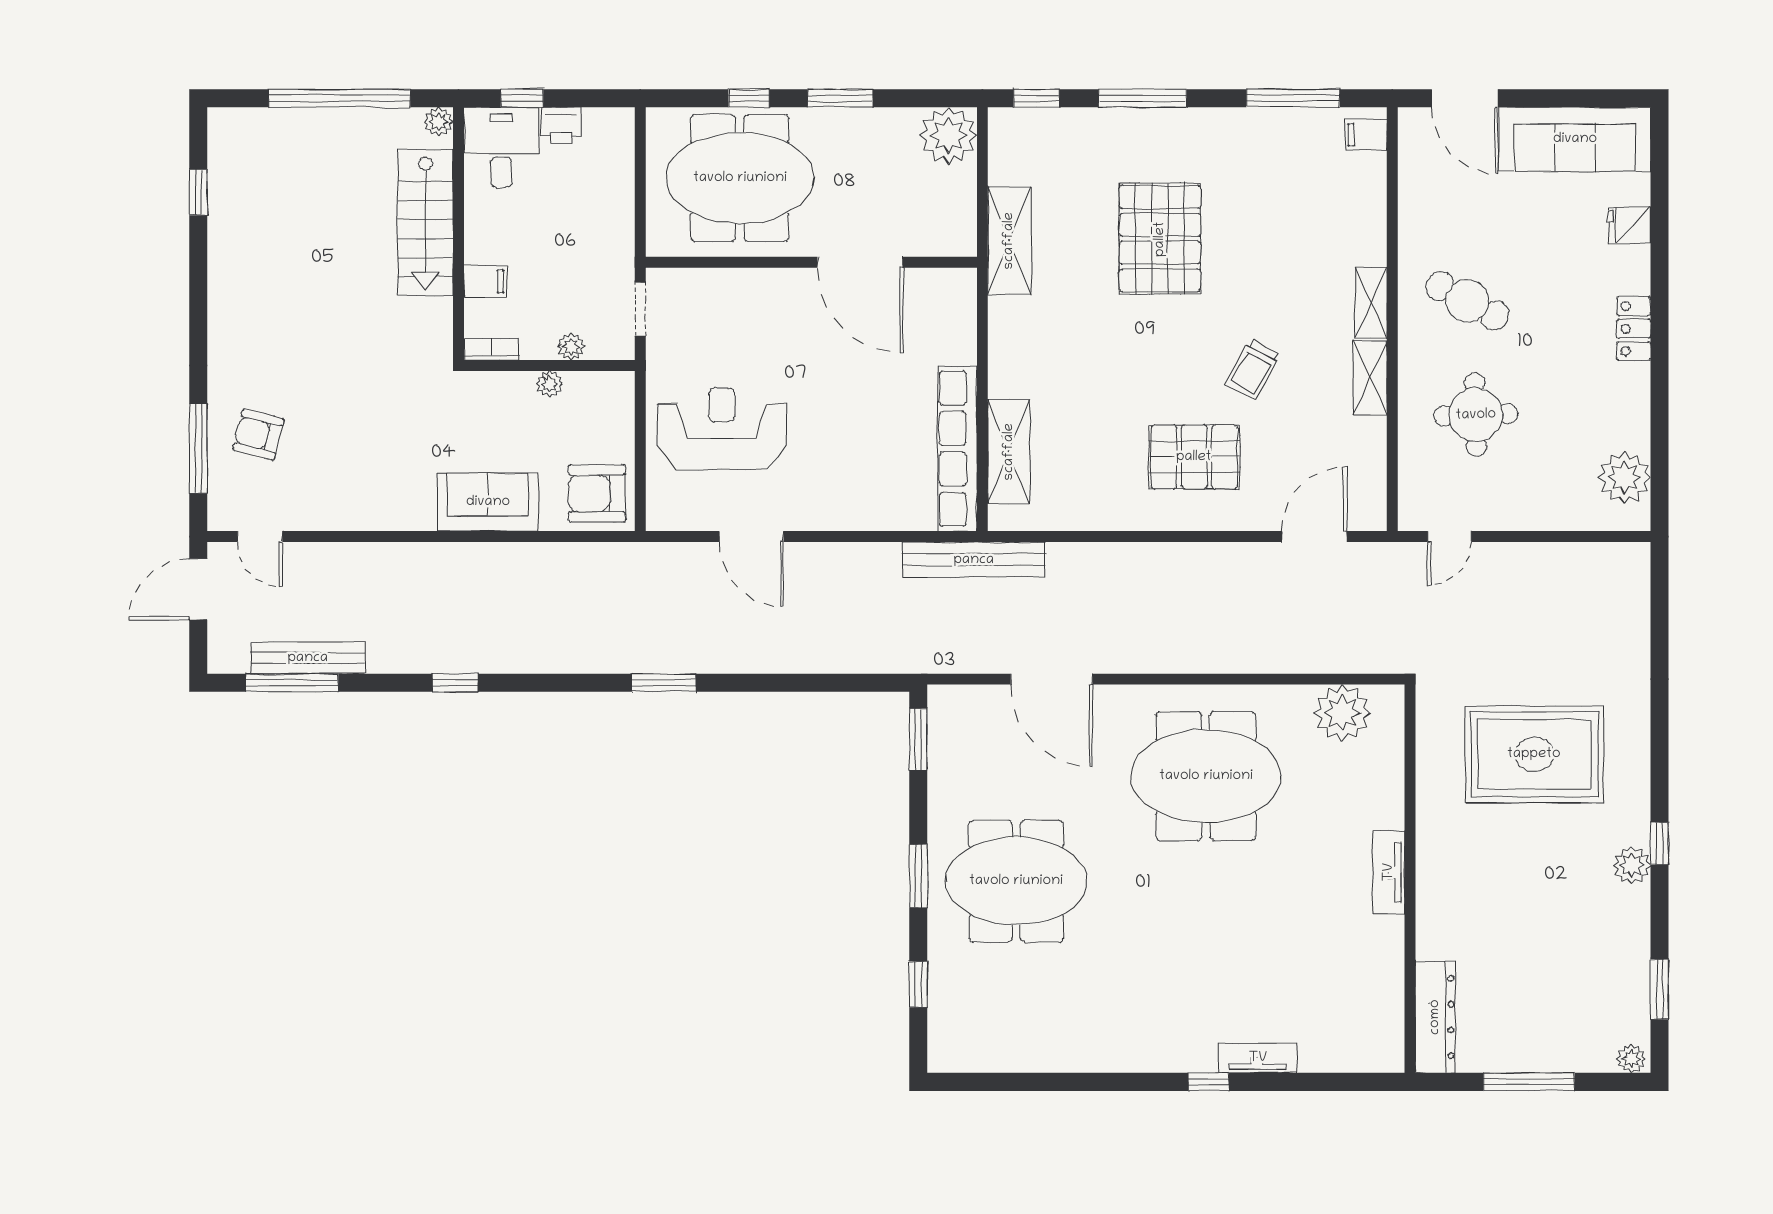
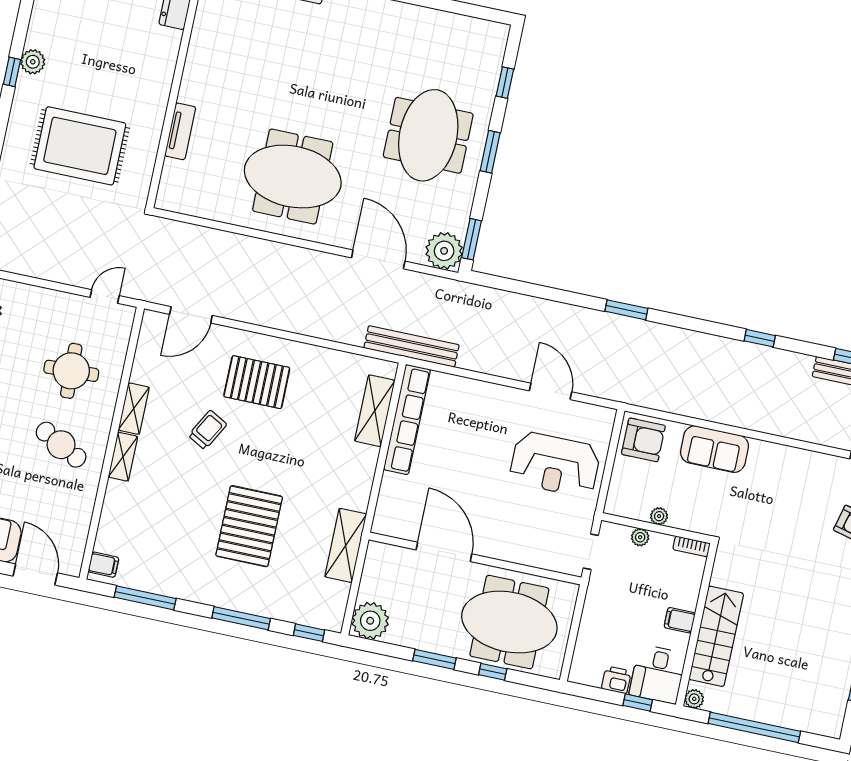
filing cabinet: (485, 281) -> (680, 620), moved
plant: (1342, 713) -> (444, 251), moved
tv unit: (1389, 872) -> (180, 131), moved
meeting table: (1016, 881) -> (428, 135), turned 90

